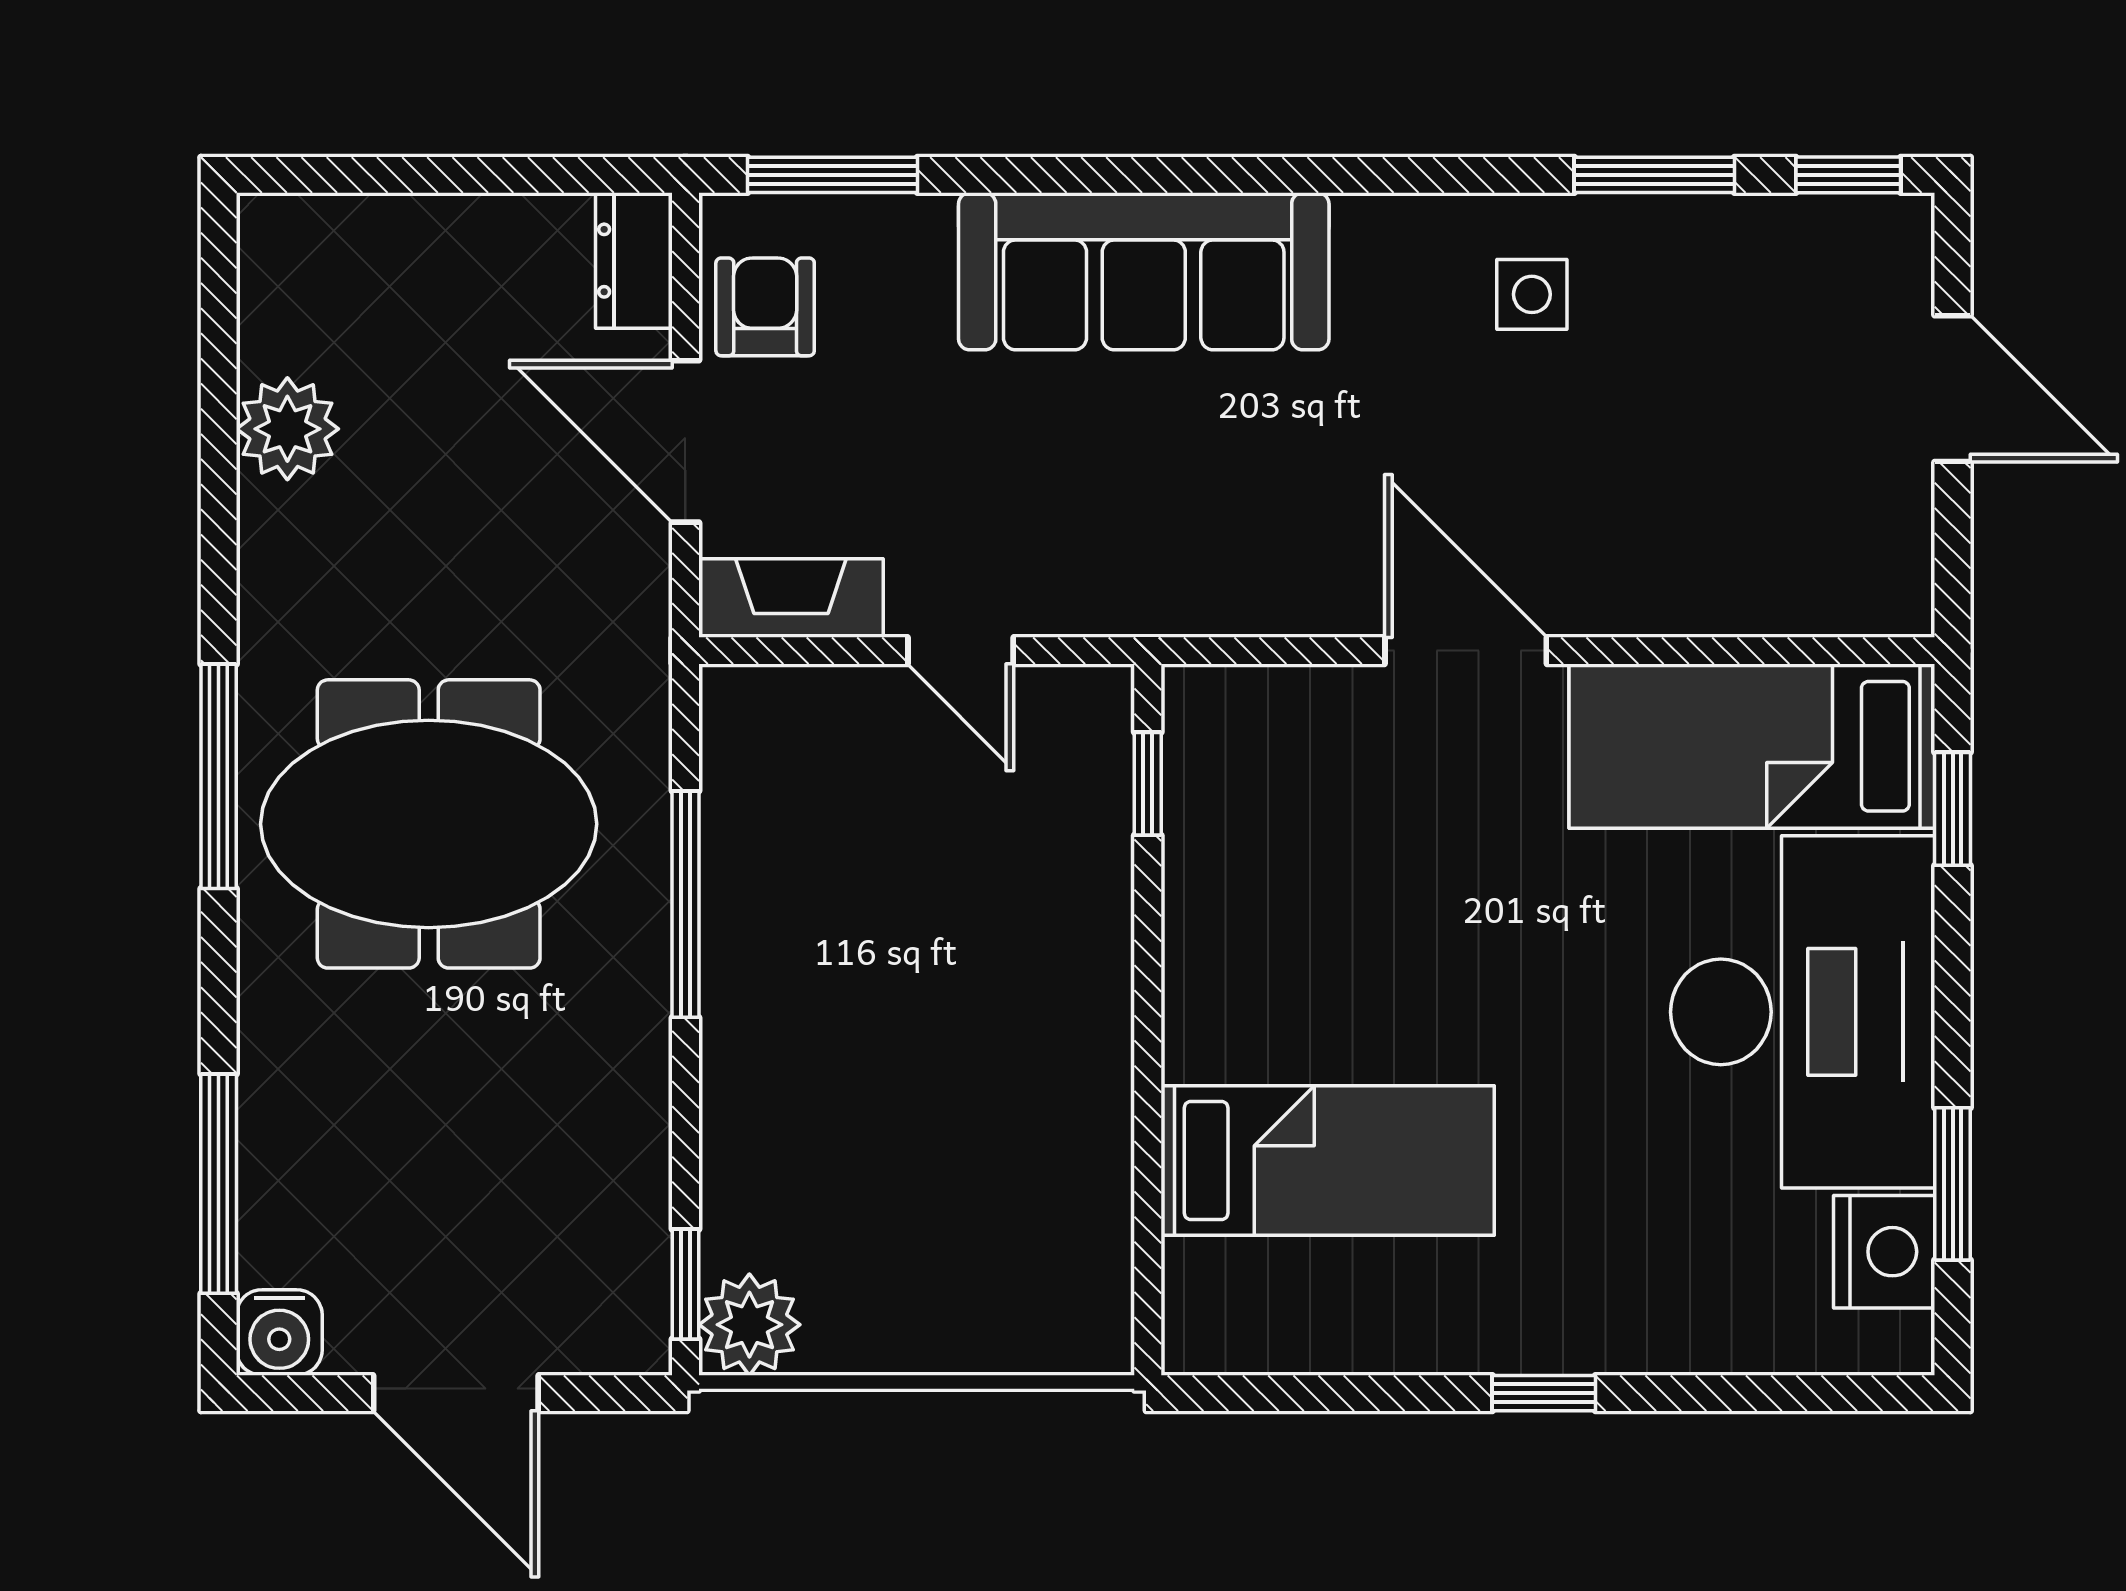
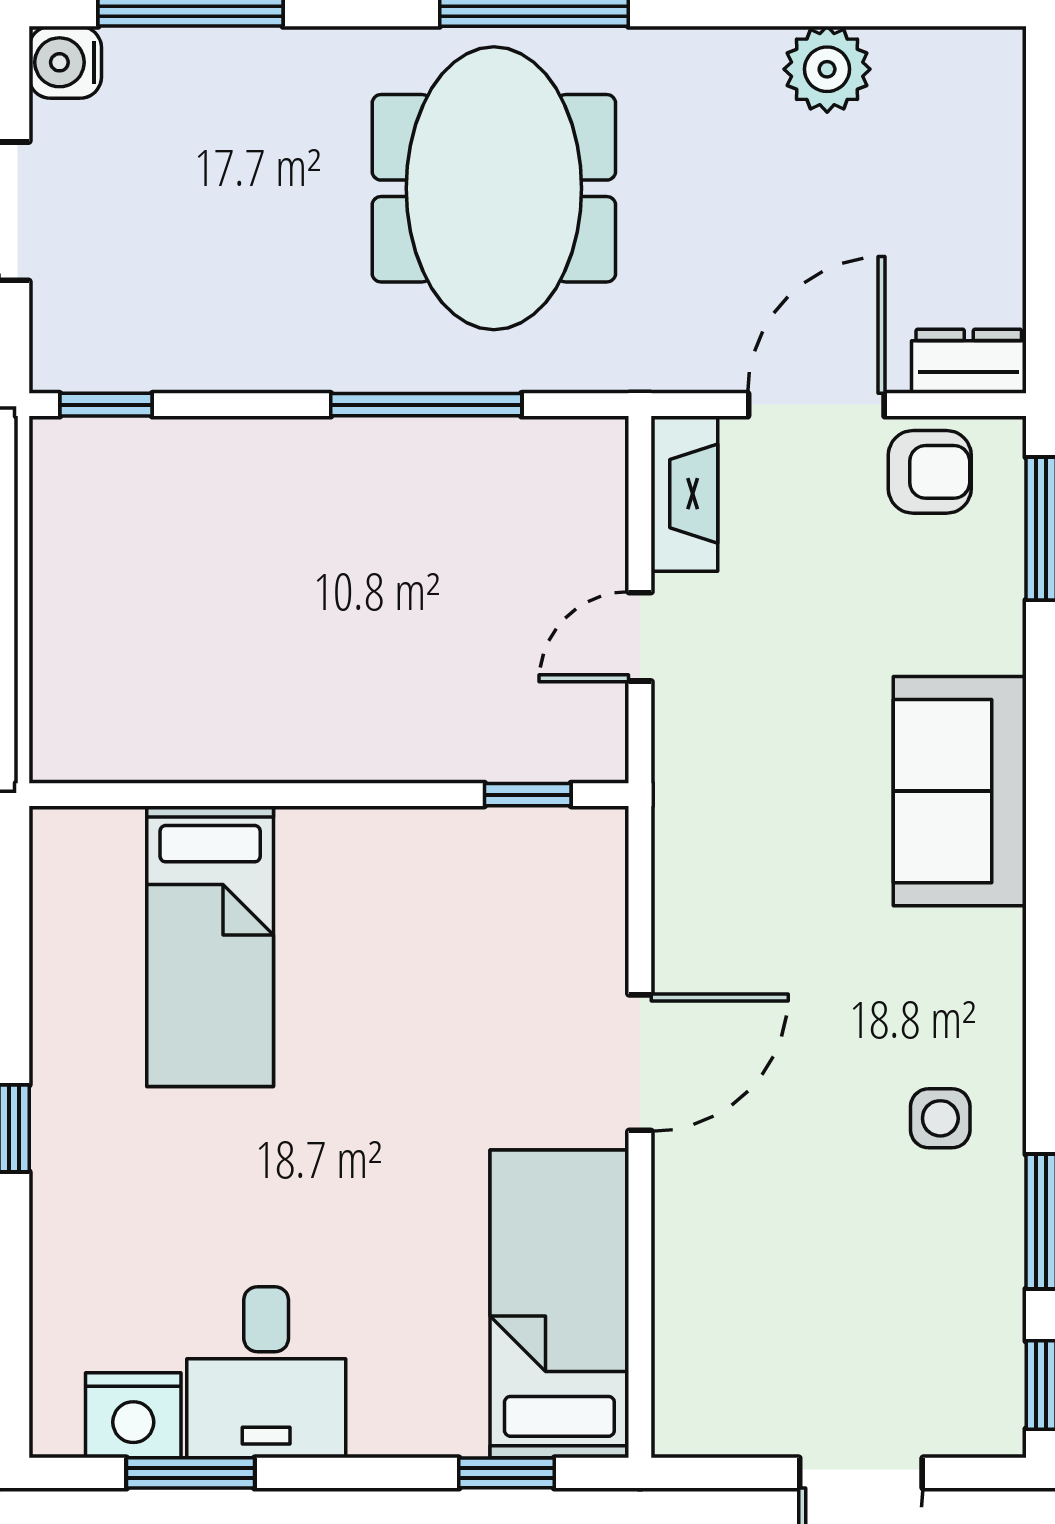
sofa: (1144, 271) -> (960, 791), width x0.73
desk: (1803, 1012) -> (266, 1372), width x0.53, depth x0.77
plant: (749, 1325) -> (72, 459), removed

